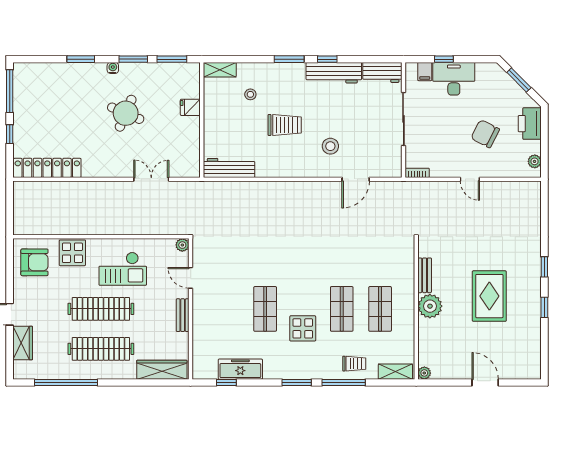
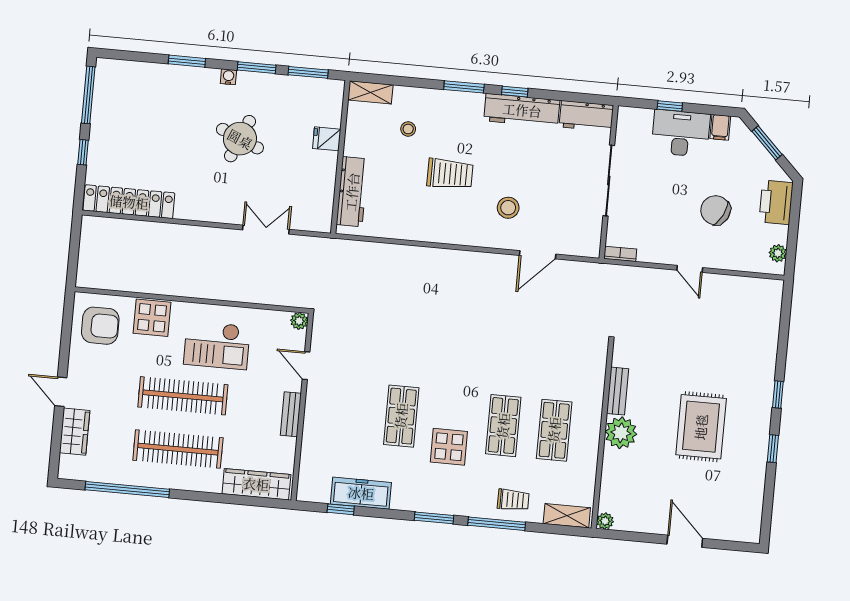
filing cabinet: (425, 72) -> (720, 127), moved
workbench: (229, 168) -> (352, 192), moved, turned 90

